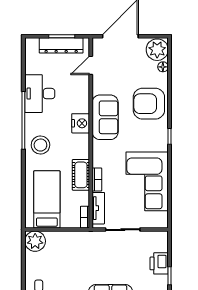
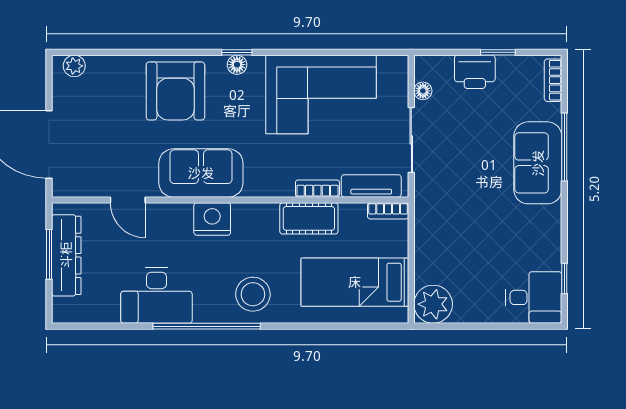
plant: (157, 50) -> (74, 66), width x0.53, depth x0.53
door: (91, 65) -> (128, 200), moved
floor lamp: (163, 67) -> (237, 65), moved
floor lamp: (149, 236) -> (423, 91), added

